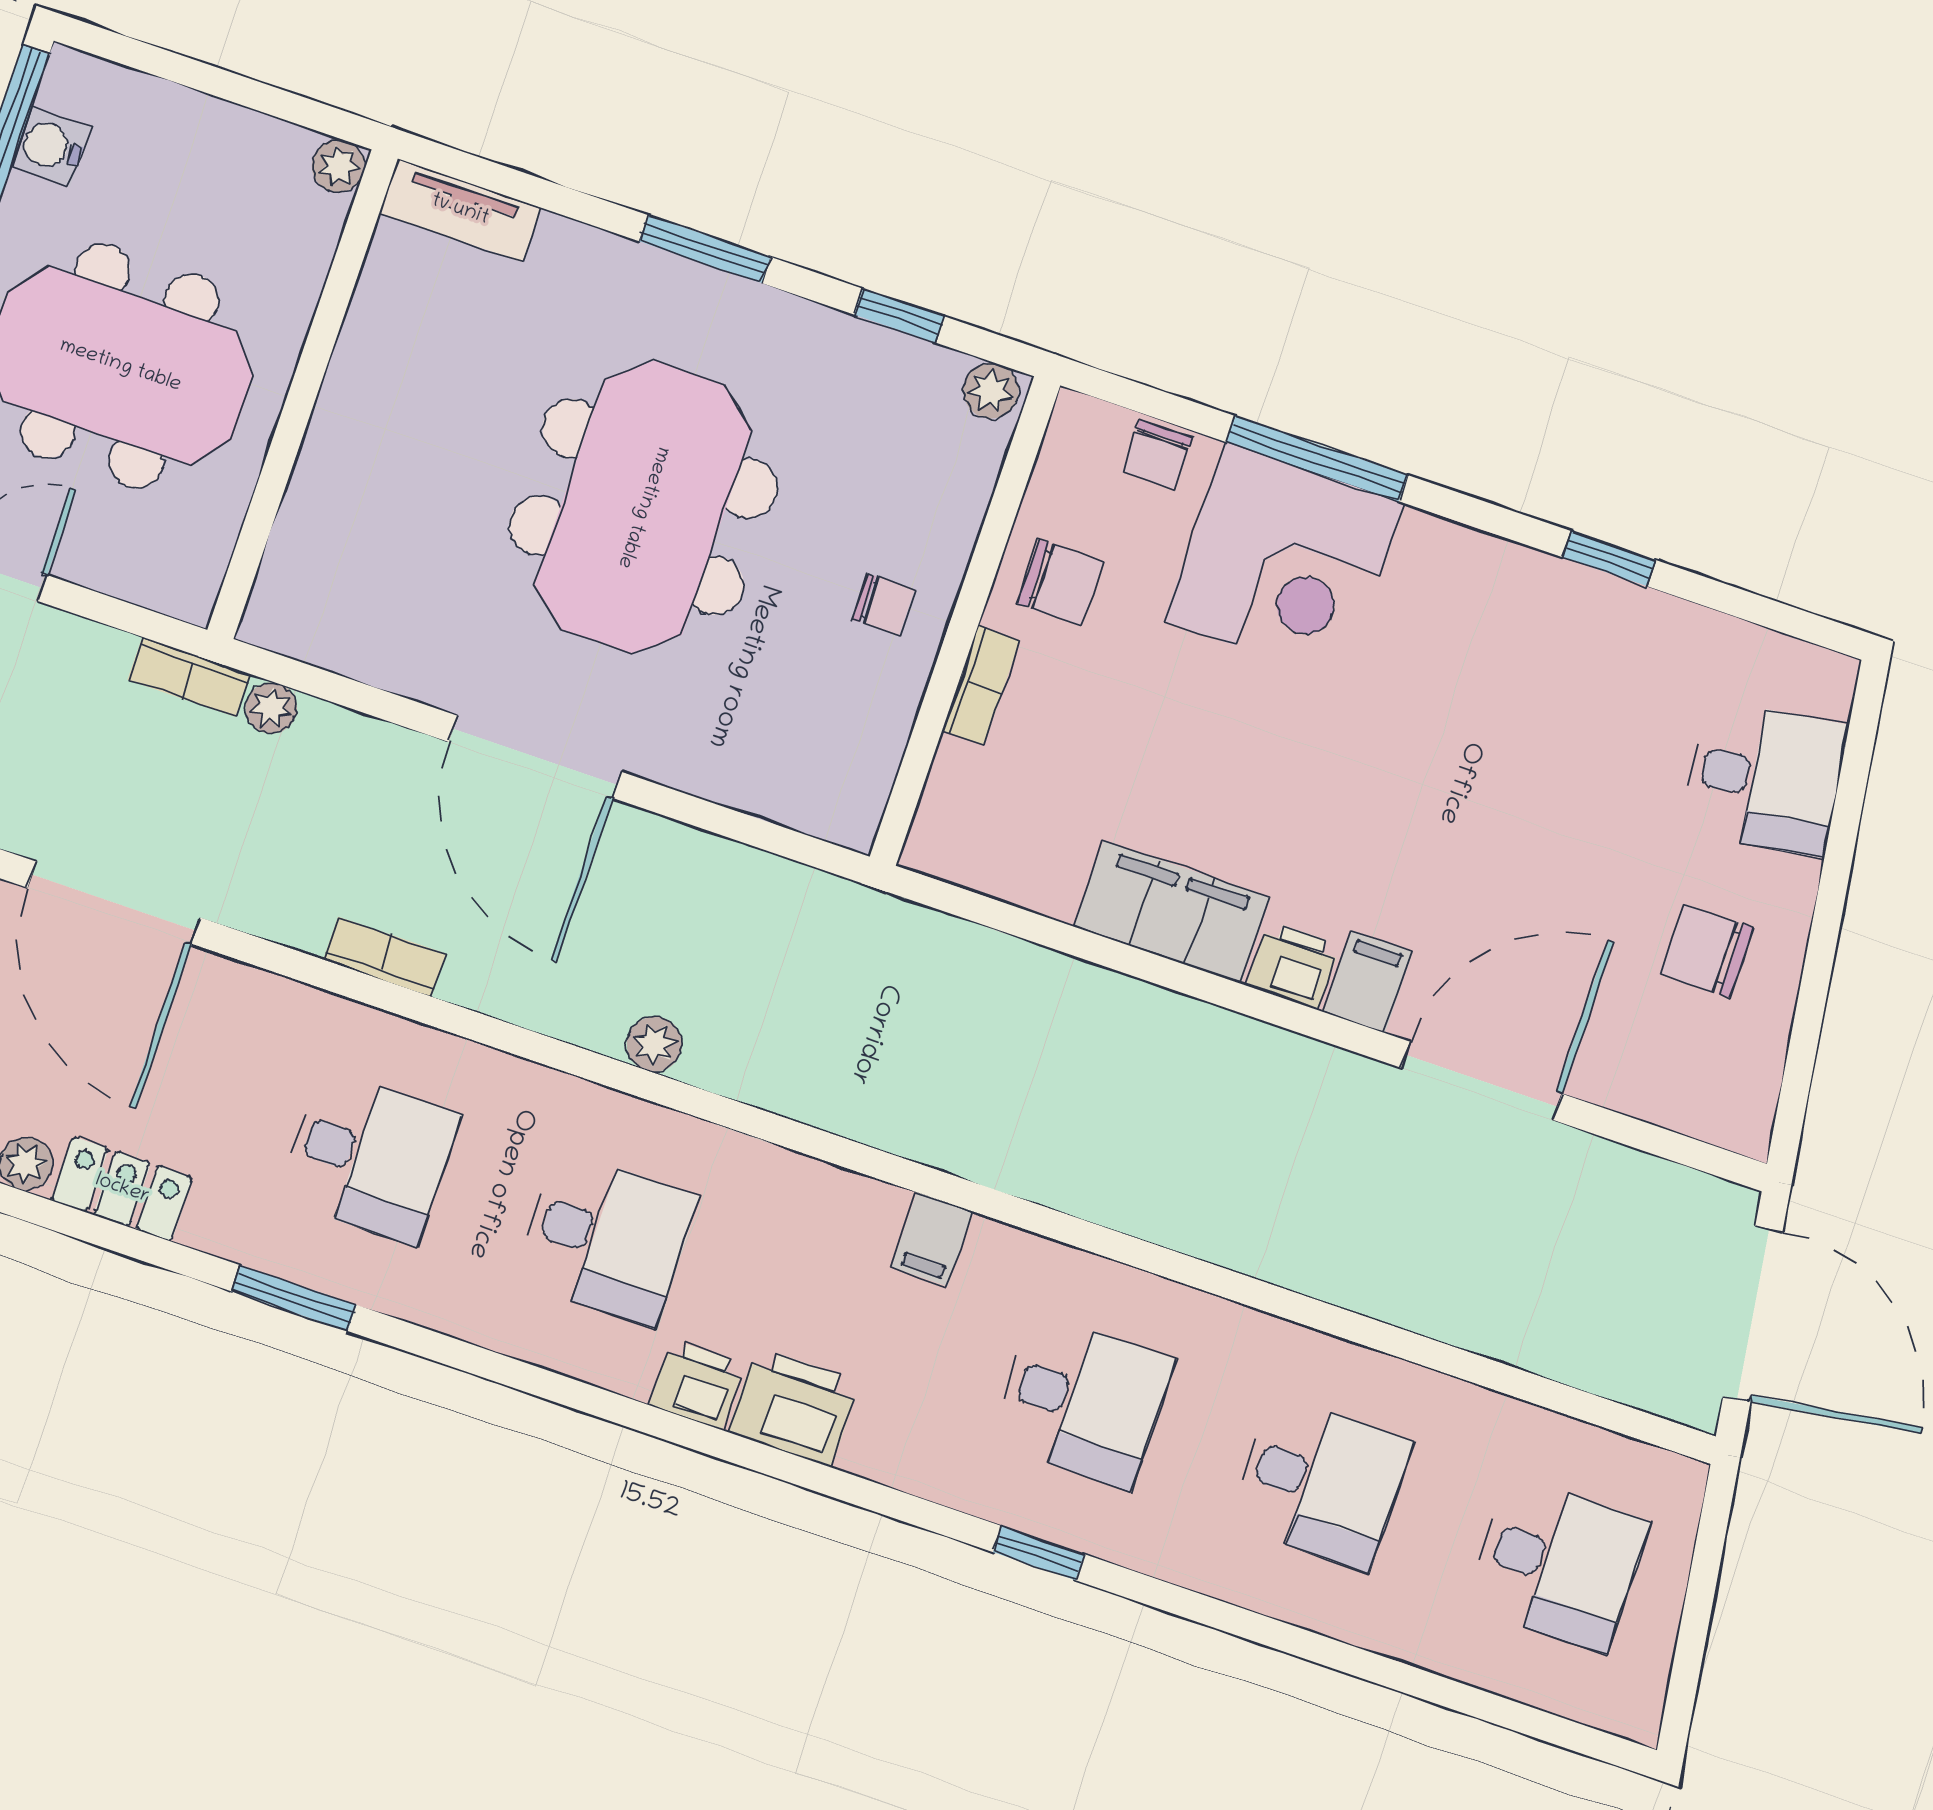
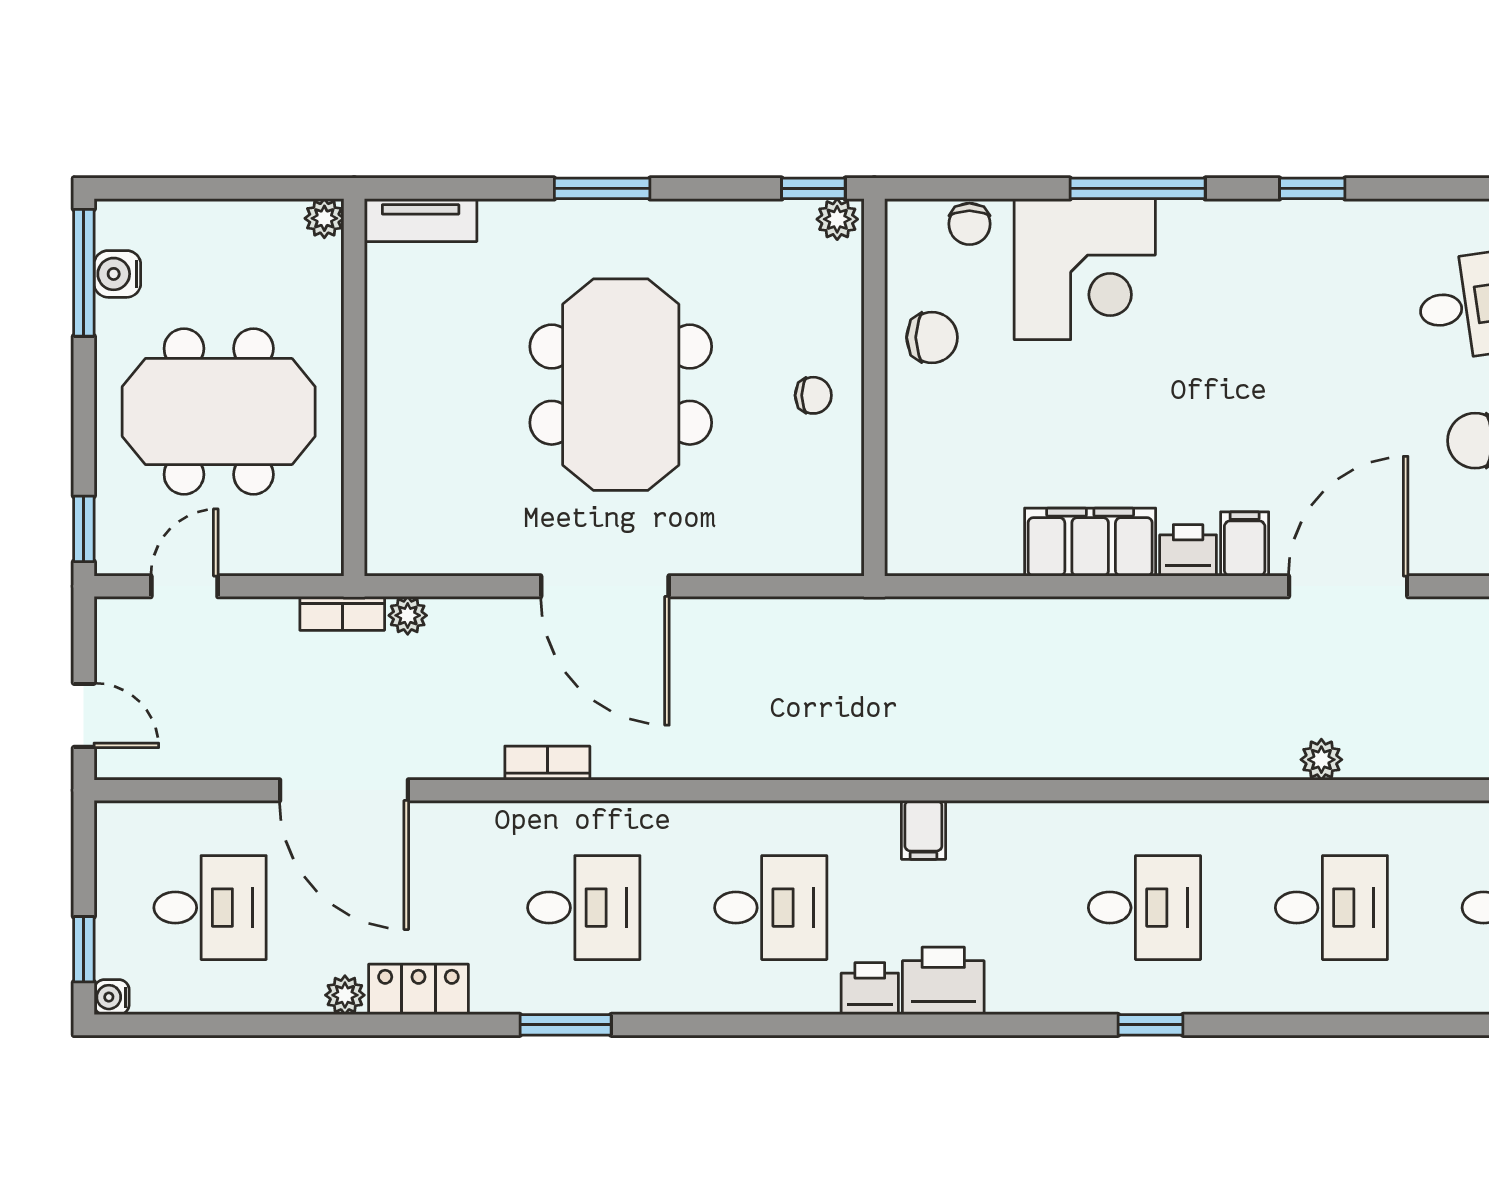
window: (899, 316) -> (813, 188), moved
window: (1317, 459) -> (1138, 188), moved
bookcase: (981, 685) -> (901, 429), removed
plant: (654, 1044) -> (1321, 760), moved
filing cabinet: (932, 1239) -> (923, 830), moved

